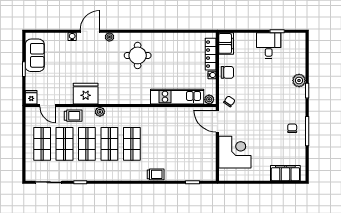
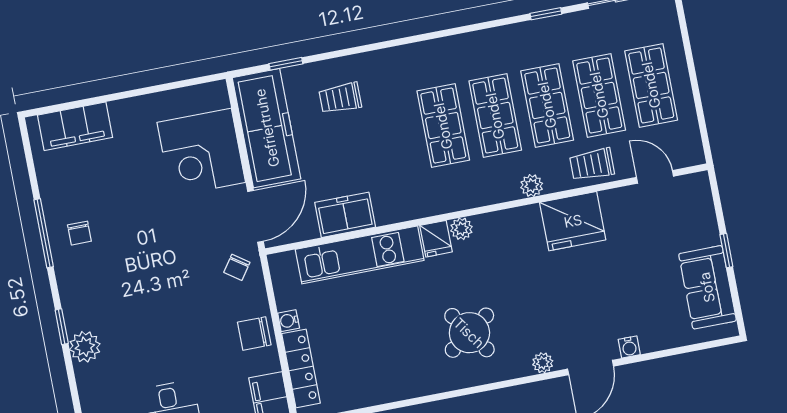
round table: (138, 55) -> (469, 333), turned -35
fridge: (31, 97) -> (436, 239), moved
plant: (209, 99) -> (461, 229), moved
freezer: (180, 115) -> (345, 215), added
door: (217, 121) -> (256, 216), hinge flipped
freezer: (206, 157) -> (267, 128), added
trolley: (156, 174) -> (340, 98), moved

